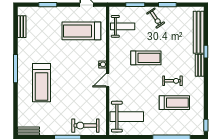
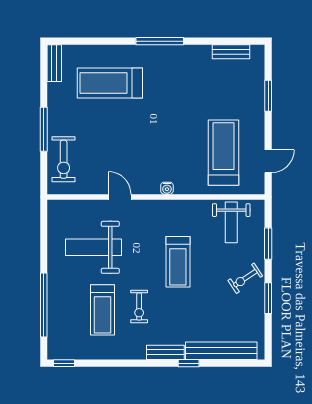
door: (108, 80) -> (120, 197), moved
treadmill: (42, 83) -> (110, 83), moved
weight bench: (127, 117) -> (93, 247), moved, turned 90
exercise bike: (85, 126) -> (64, 159), turned 180

